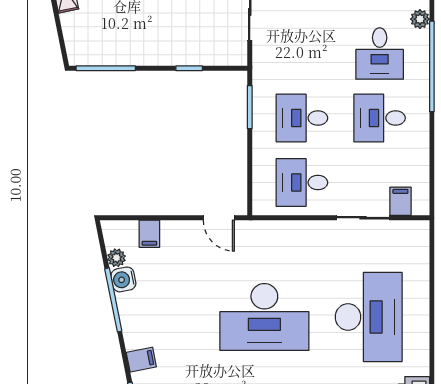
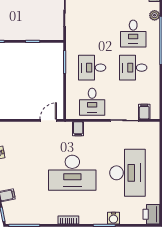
desk: (302, 183) -> (92, 102), turned -90
door: (219, 218) -> (48, 120), swing flipped
filing cabinet: (149, 234) -> (78, 129), moved

